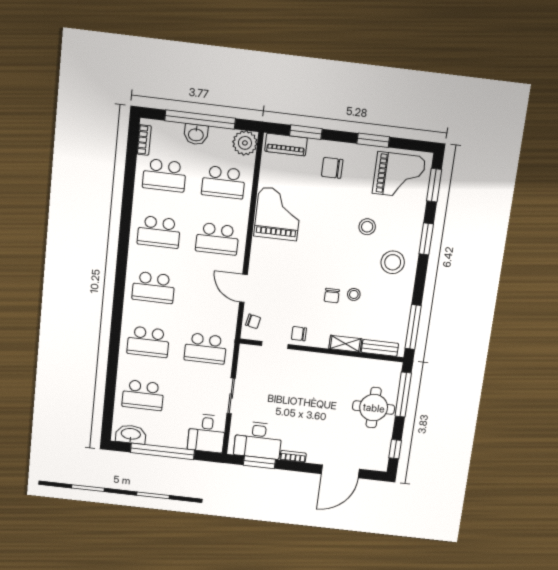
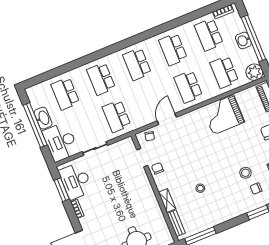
grand piano: (278, 214) -> (224, 115), turned 180
stool: (393, 262) -> (233, 200), removed
chair: (332, 296) -> (256, 188), moved
desk: (207, 433) -> (61, 142), width x1.37
washbasin: (131, 434) -> (43, 118), moved

